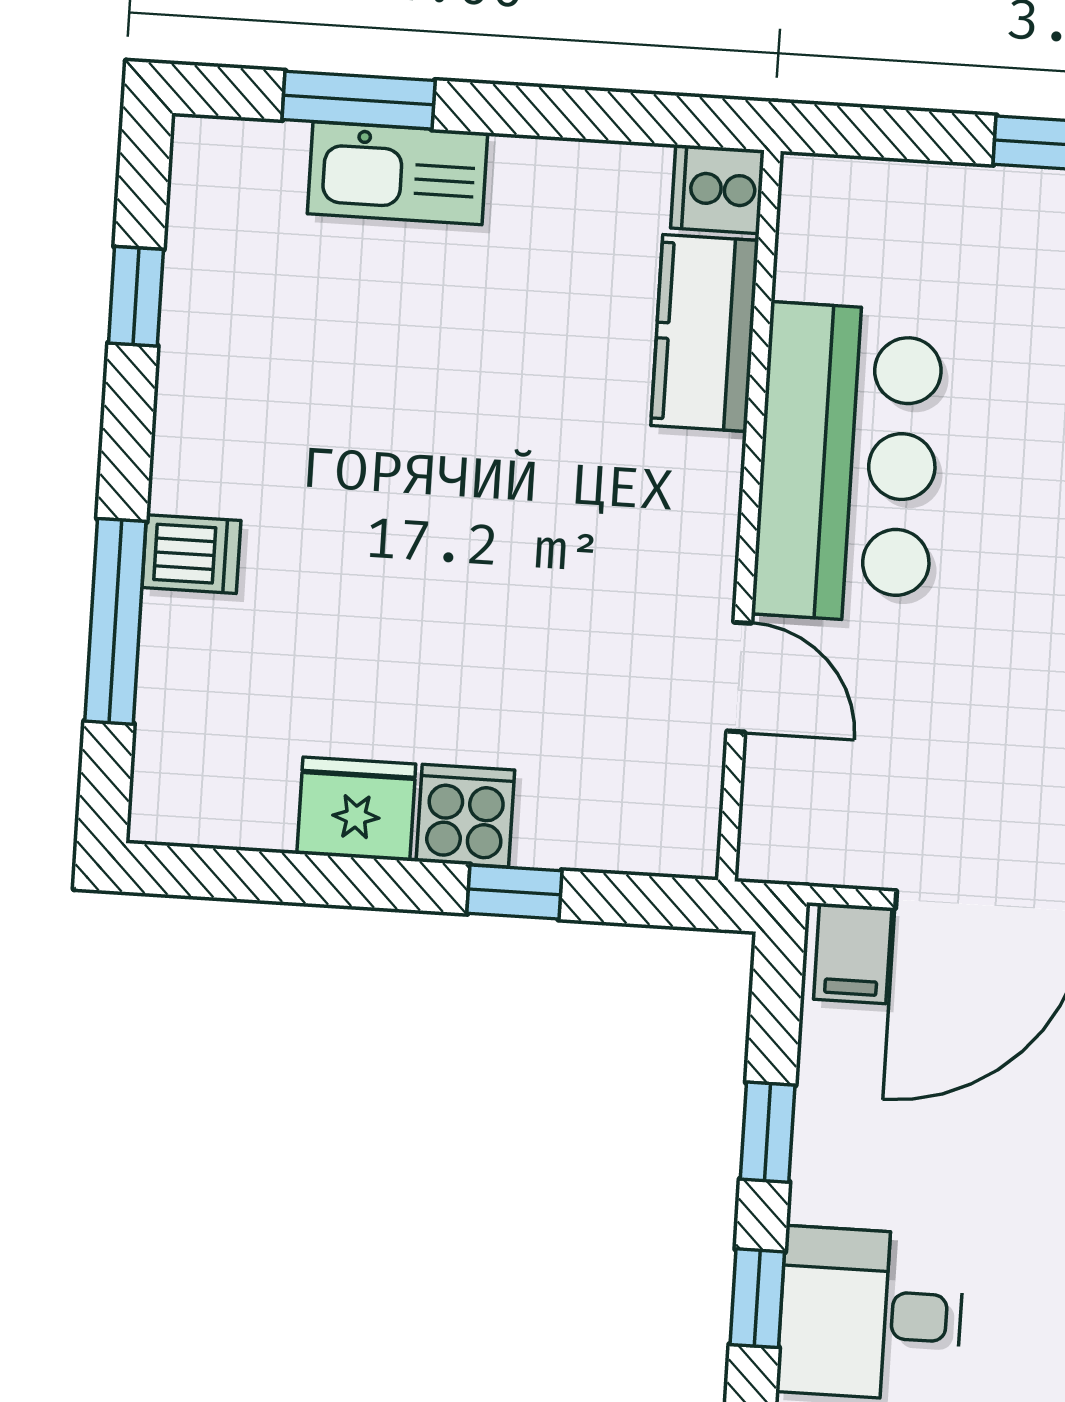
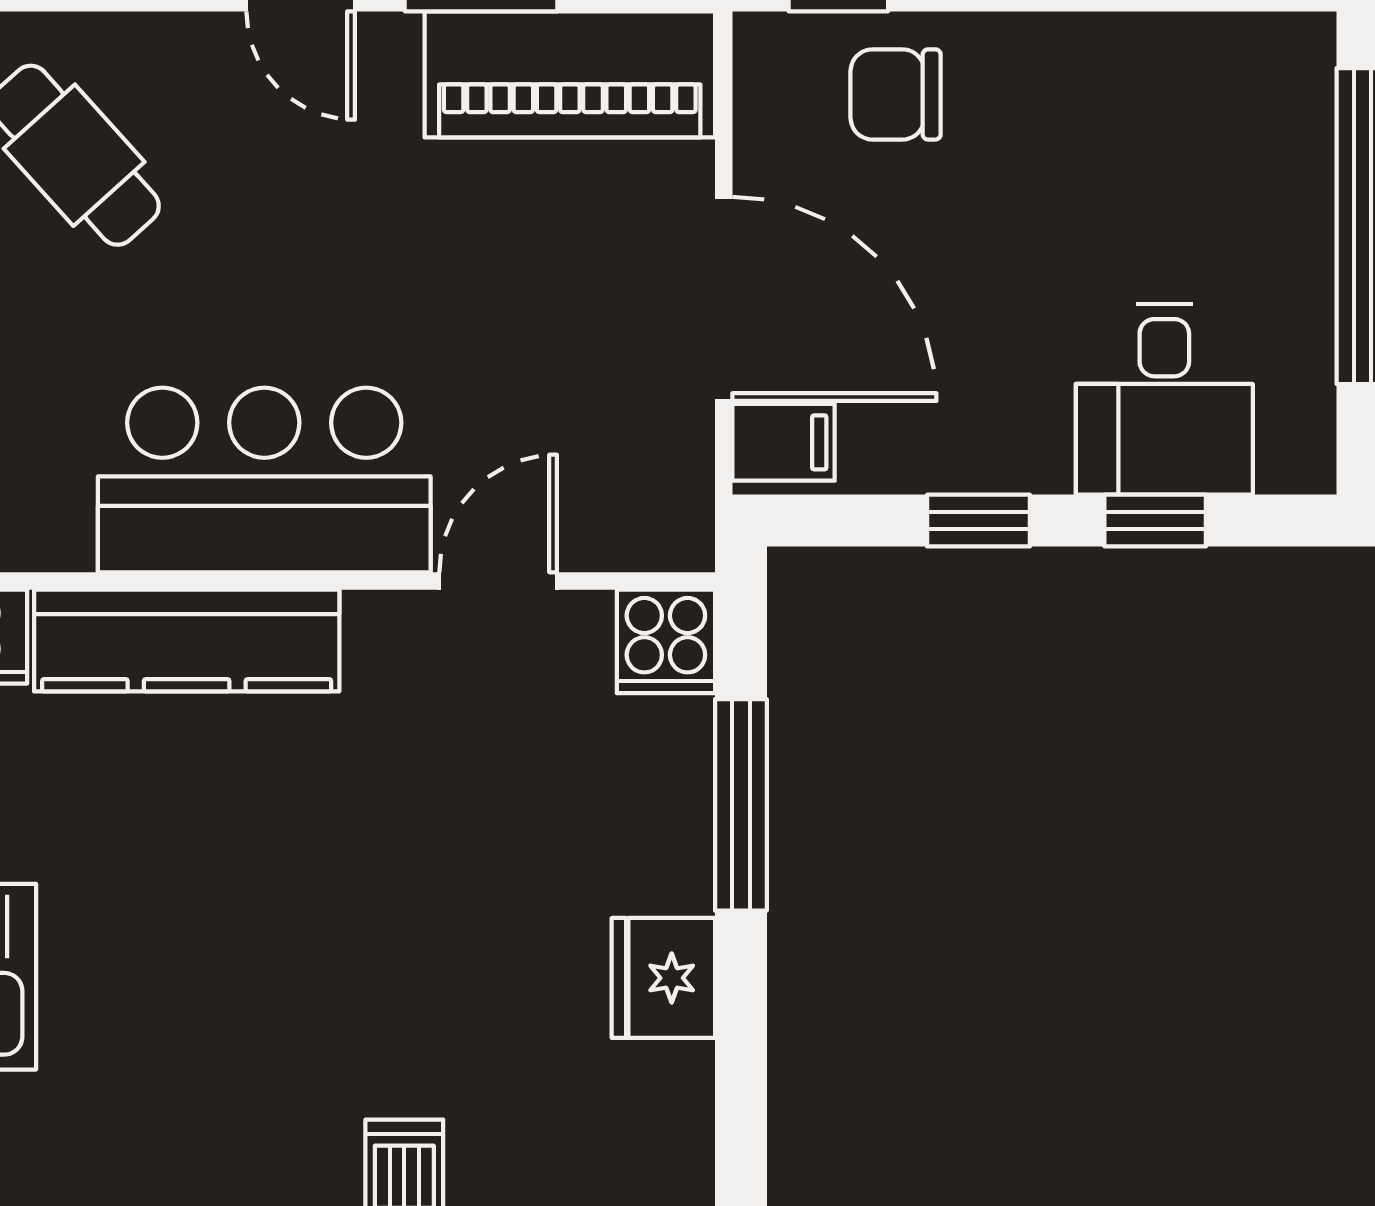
kitchen counter: (705, 333) -> (187, 641), width x1.50
cooker: (465, 816) -> (666, 641), moved, turned -90
window: (514, 892) -> (741, 805), width x2.17

